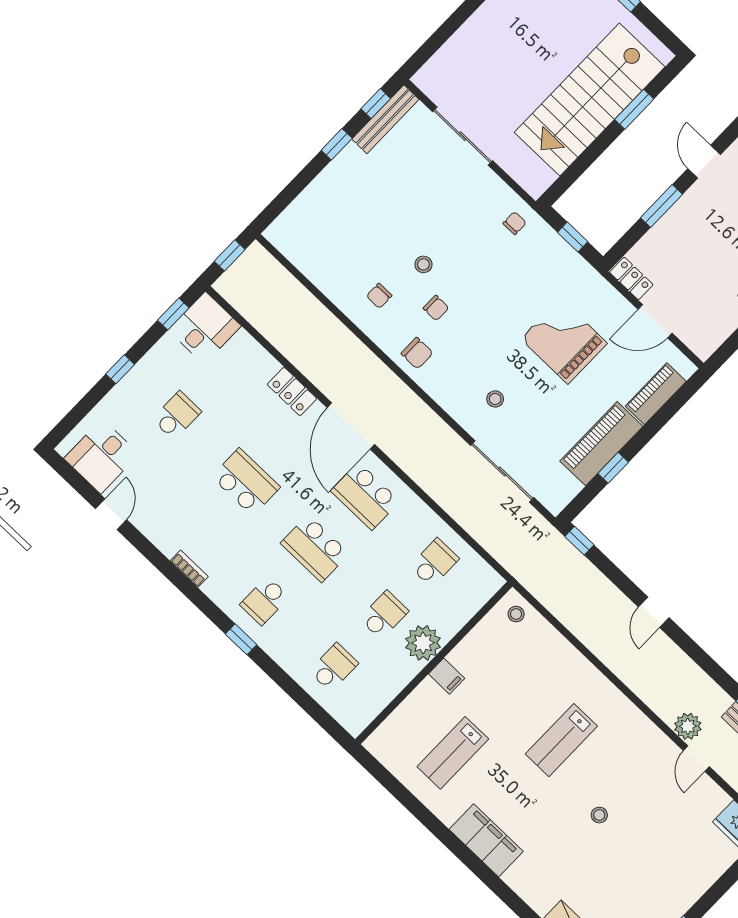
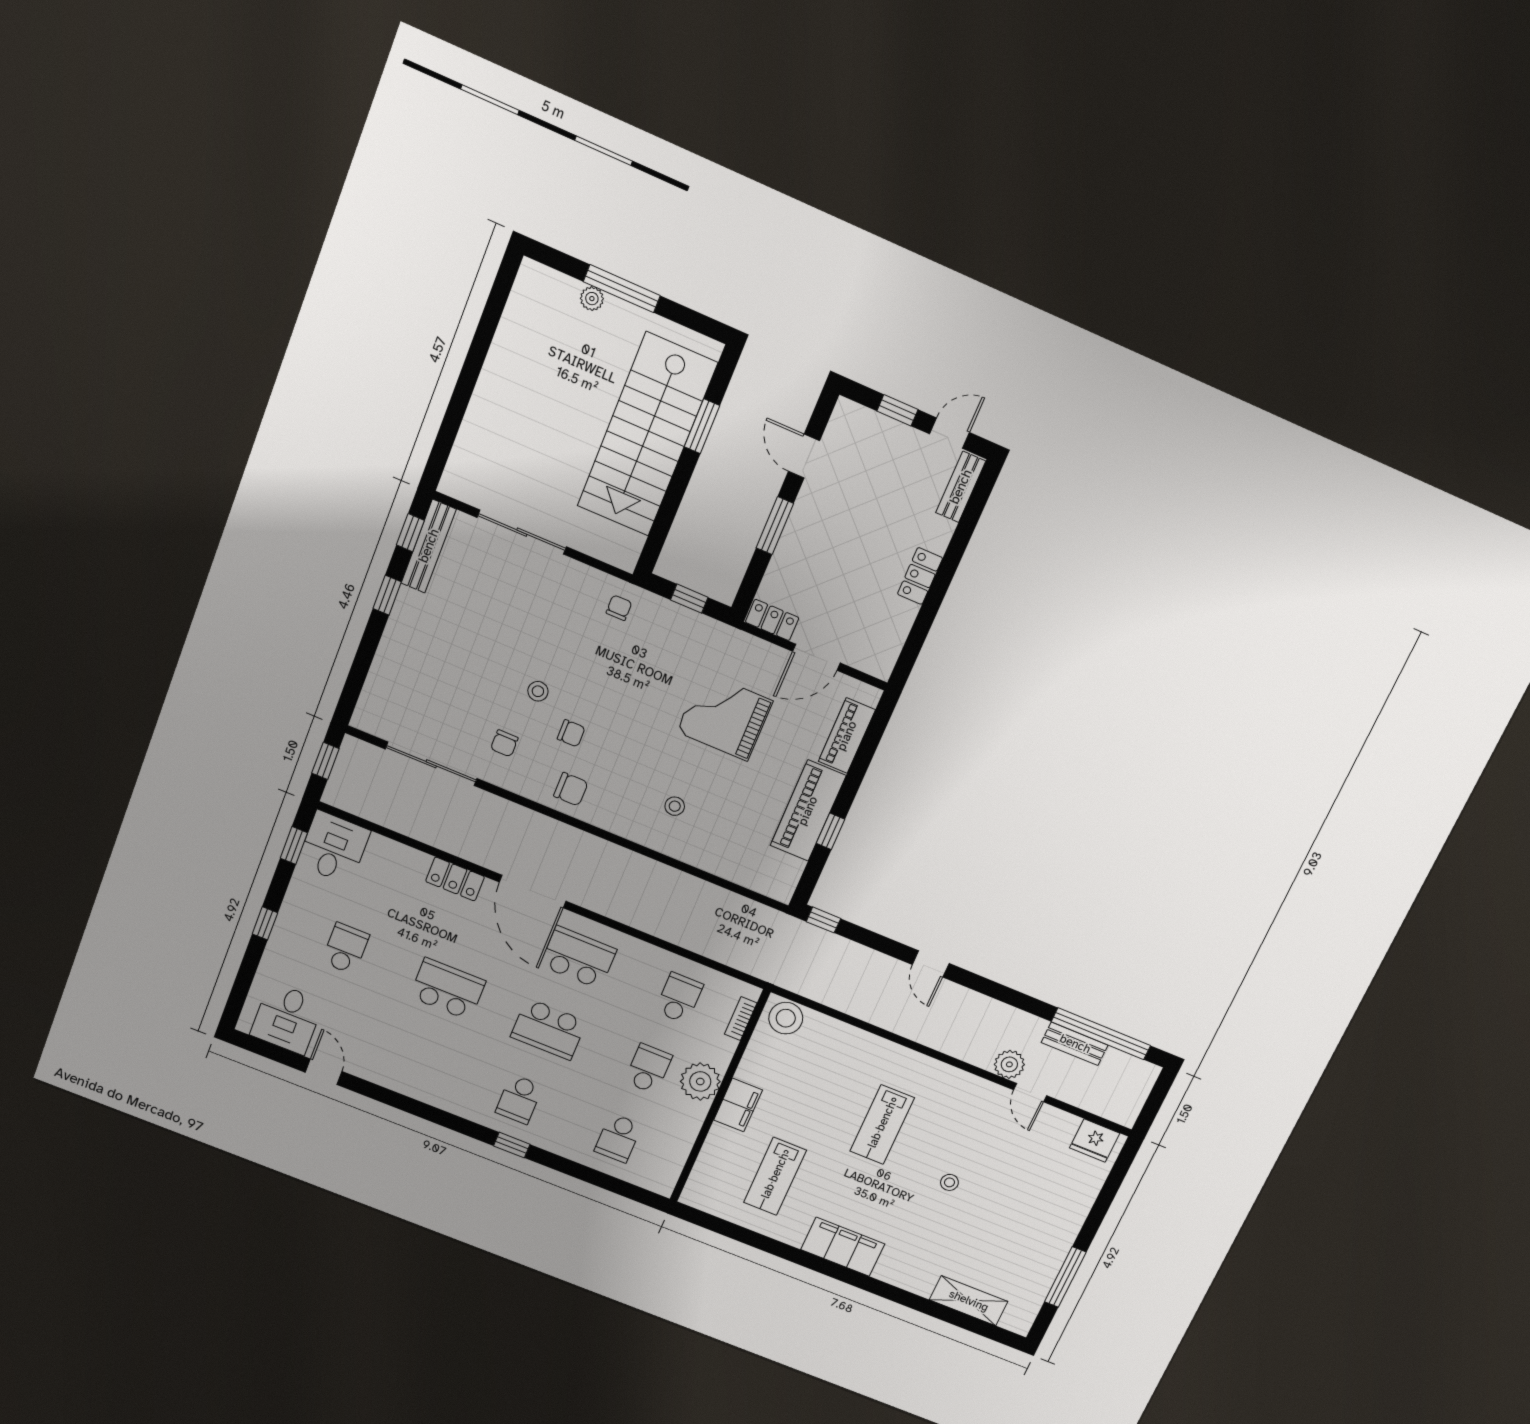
sliding door: (502, 472) -> (431, 764), moved
school desk: (365, 496) -> (578, 957), turned 180
bookcase: (189, 569) -> (741, 1019), moved, turned -90
stool: (516, 614) -> (786, 1018), width x1.89, depth x1.89
school desk: (334, 667) -> (618, 1138), turned 180
filing cabinet: (447, 676) -> (738, 1105), width x2.00

